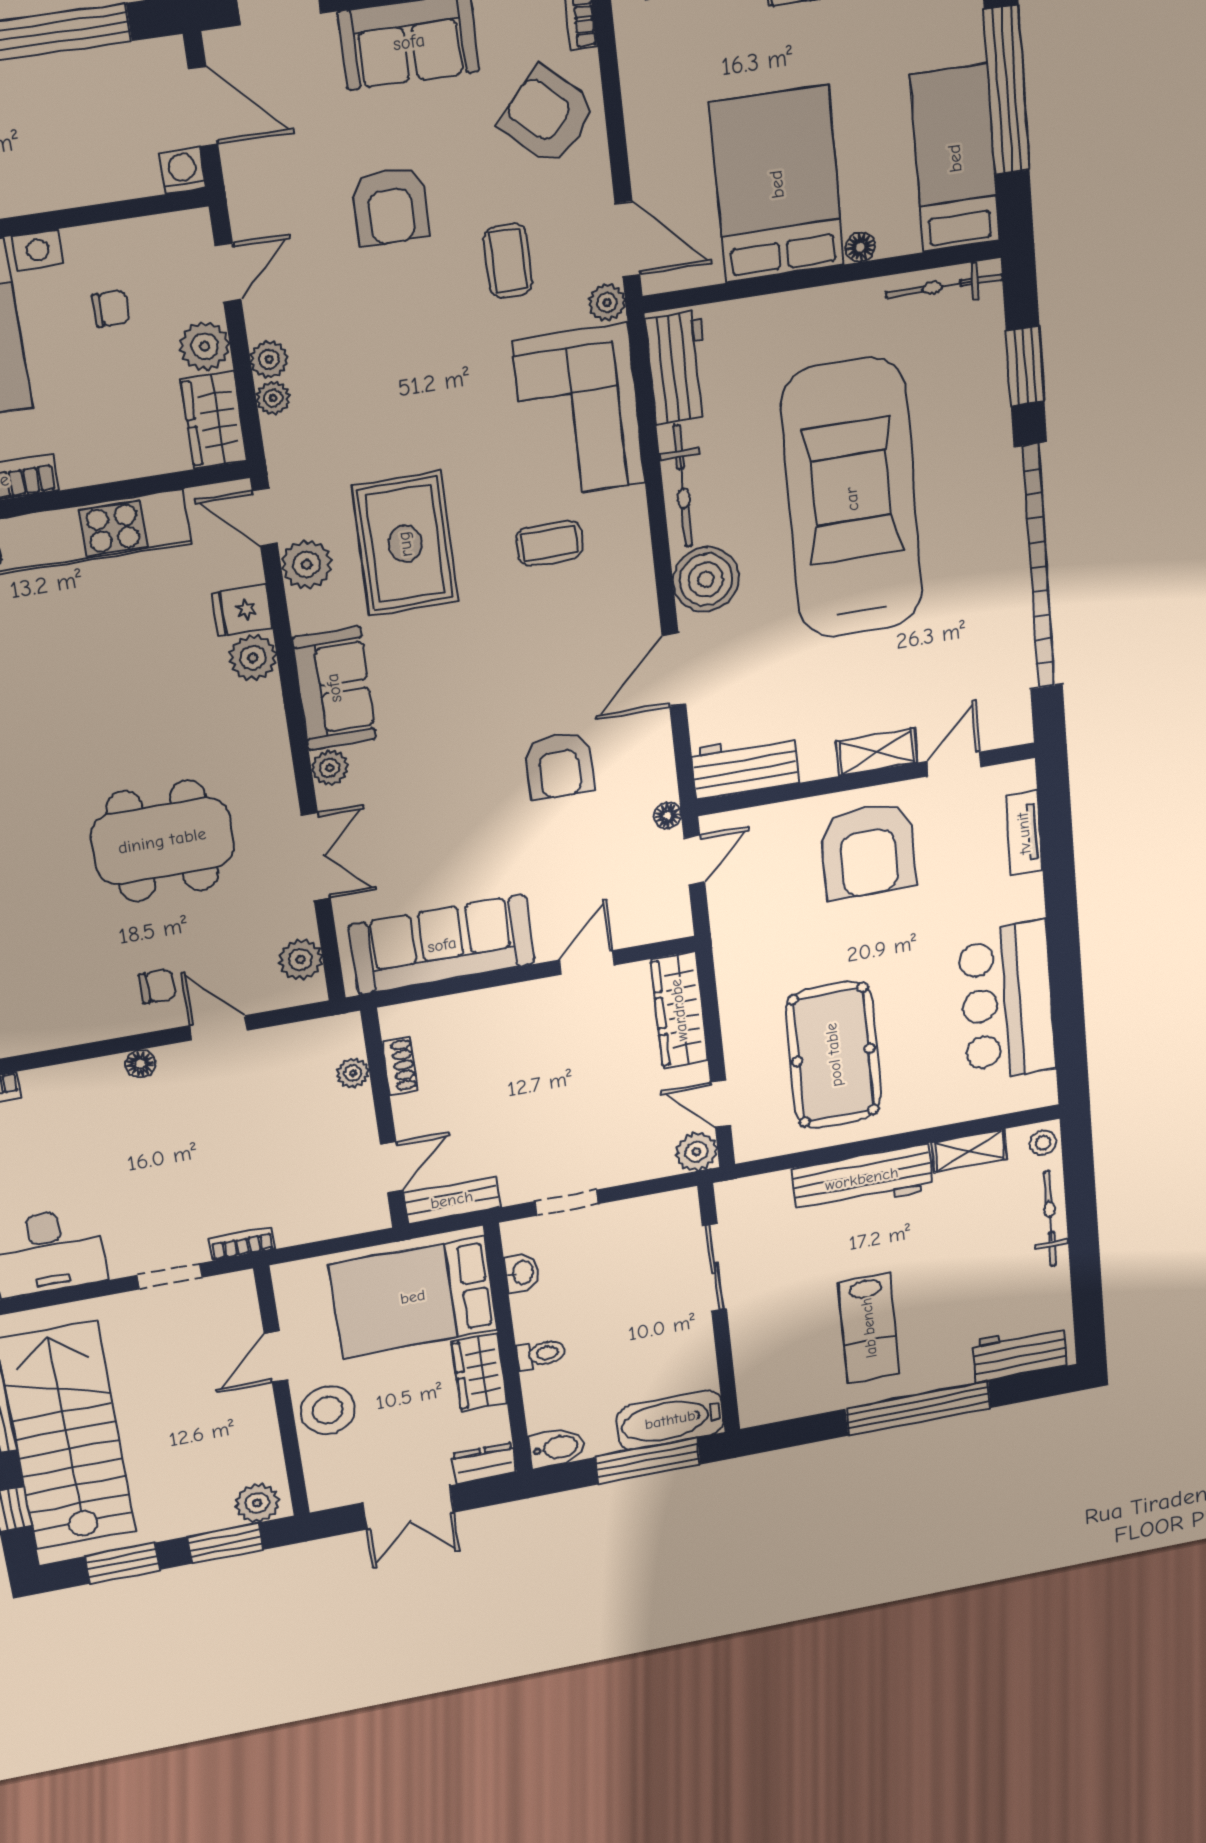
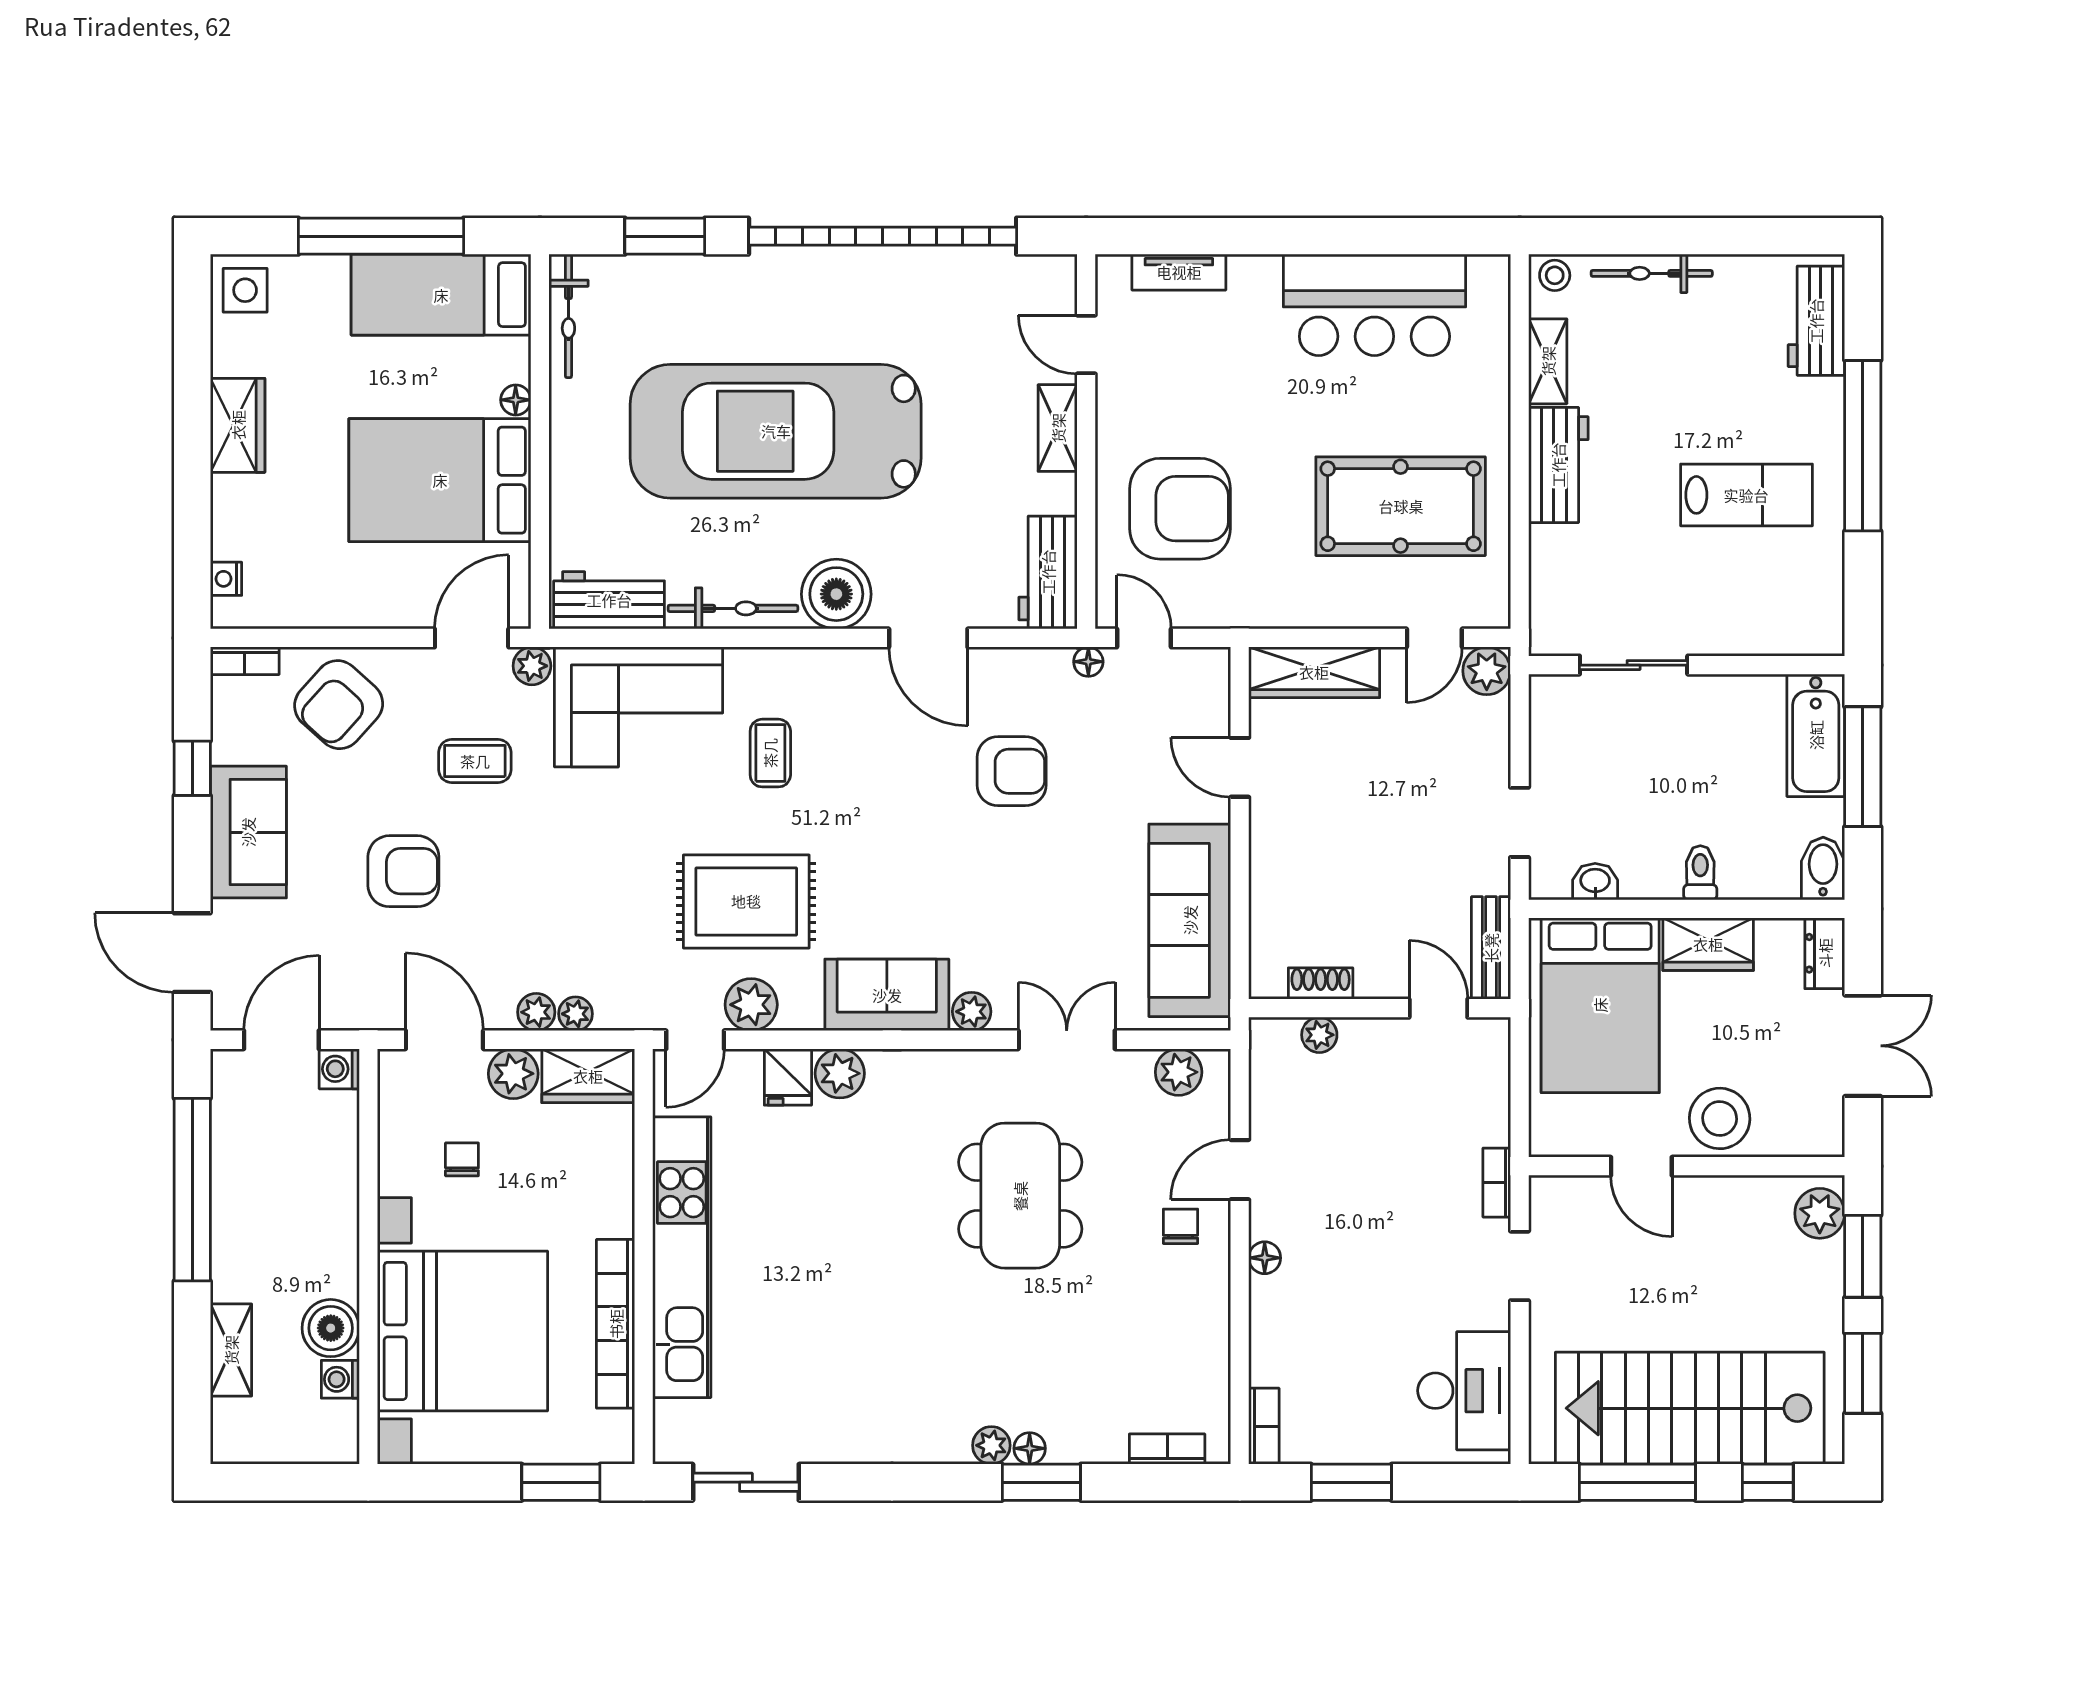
door: (228, 273) -> (444, 1040), width x1.38
armchair: (868, 850) -> (1180, 509), moved
workbench: (862, 1179) -> (1558, 465), width x0.73

